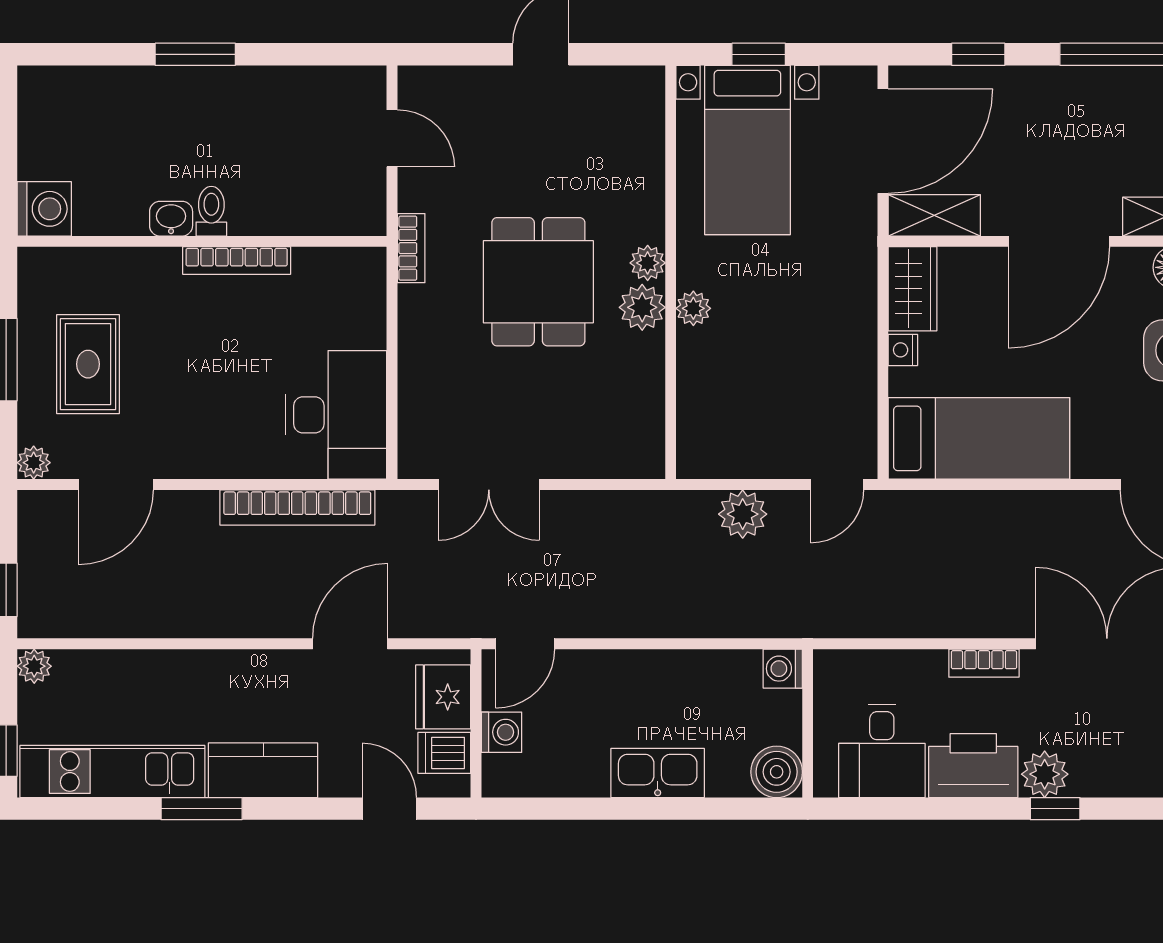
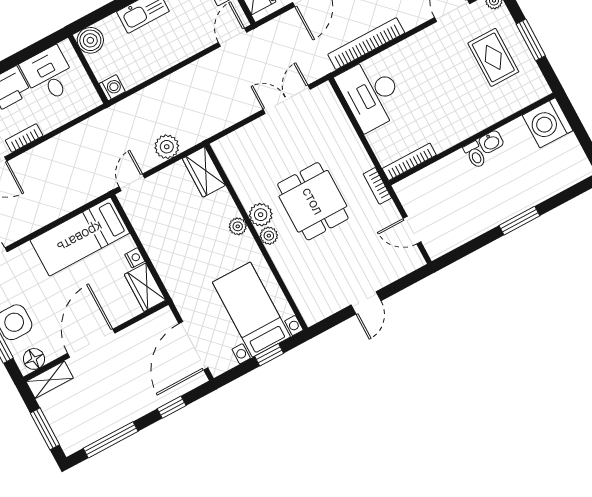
washing machine: (44, 209) -> (548, 123), width x1.37, depth x1.37
shelving: (934, 215) -> (153, 325), removed
bookcase: (237, 260) -> (409, 162), moved
wardrobe: (701, 435) -> (204, 172), added

